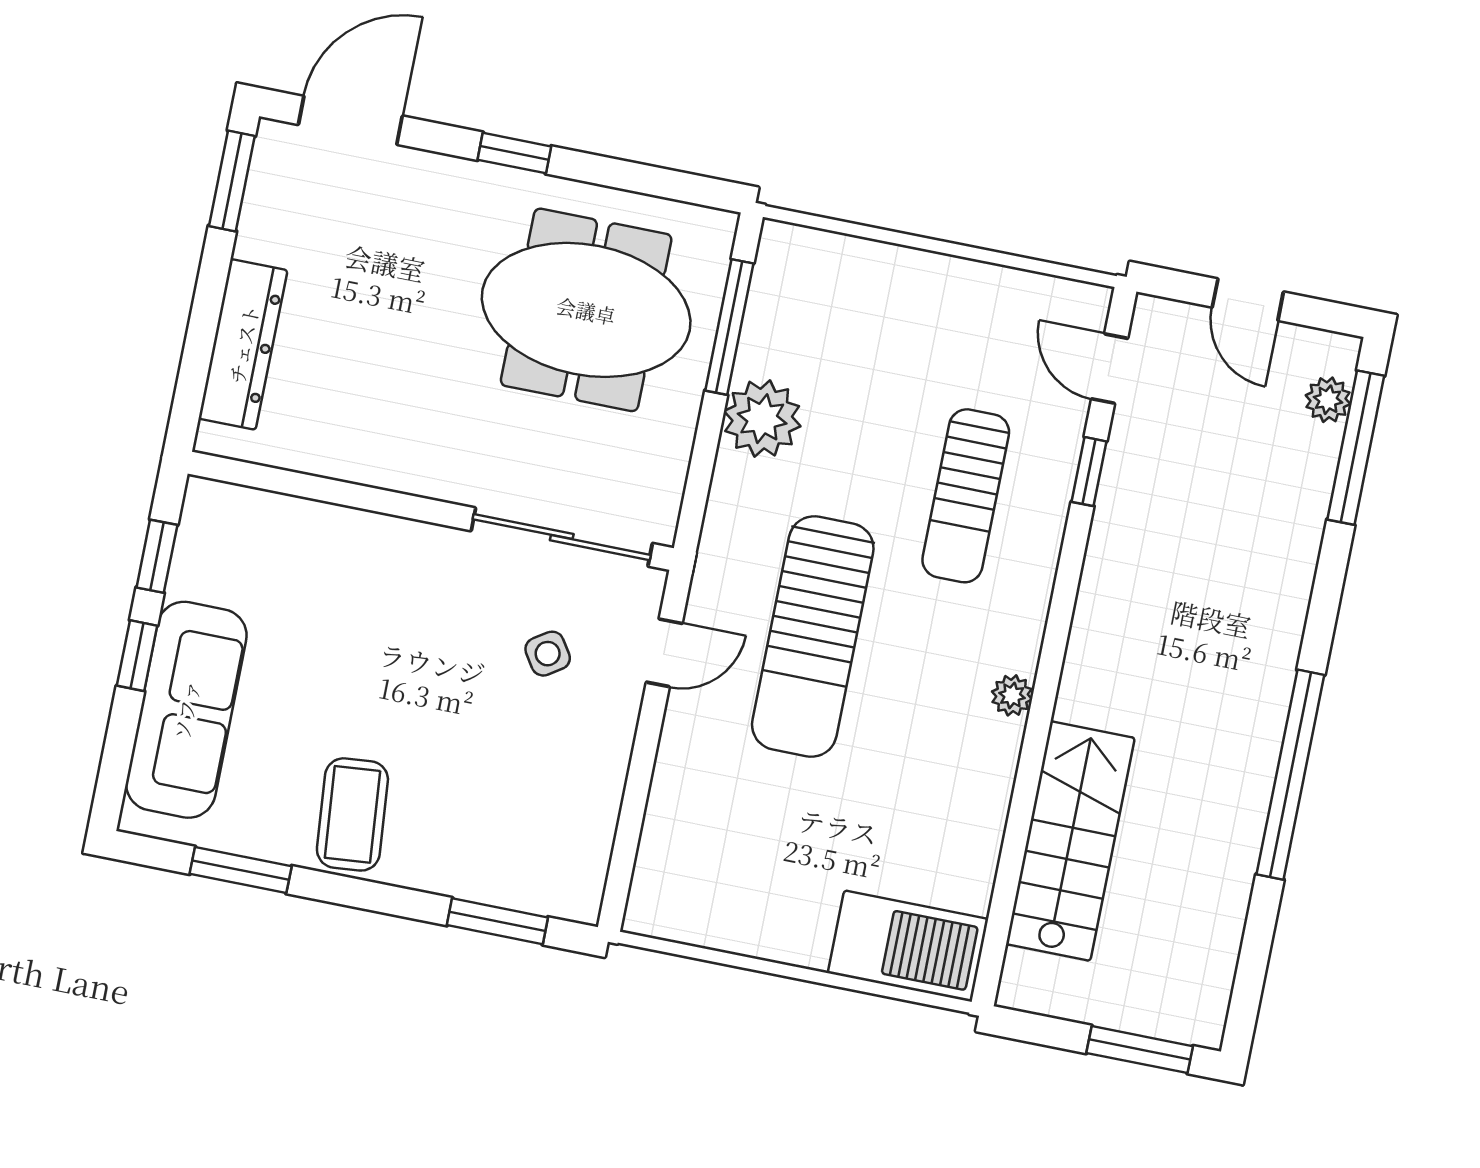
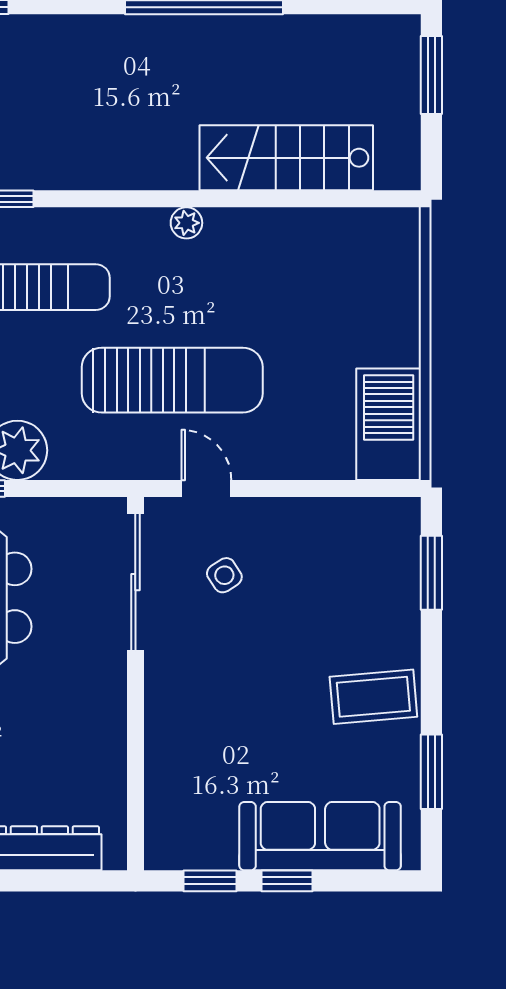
barbecue: (908, 946) -> (389, 424), moved

